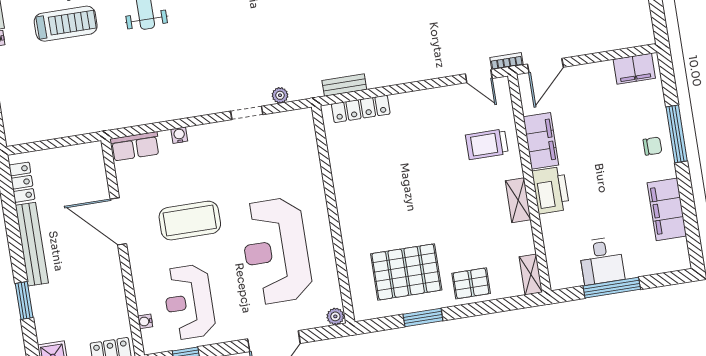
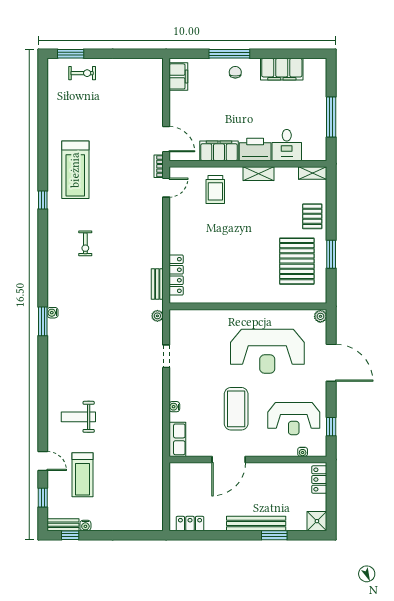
treadmill: (66, 24) -> (82, 475), turned 180
plant: (280, 95) -> (157, 316), moved
bench: (32, 244) -> (256, 523), moved
desk: (602, 261) -> (287, 145), moved, turned 90

